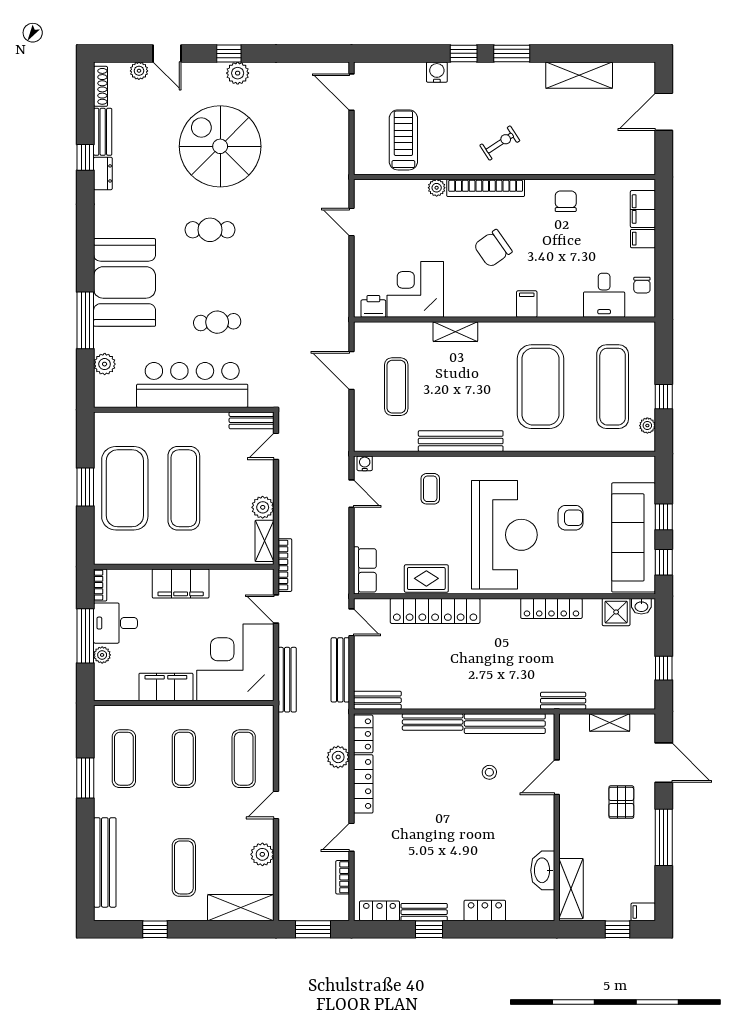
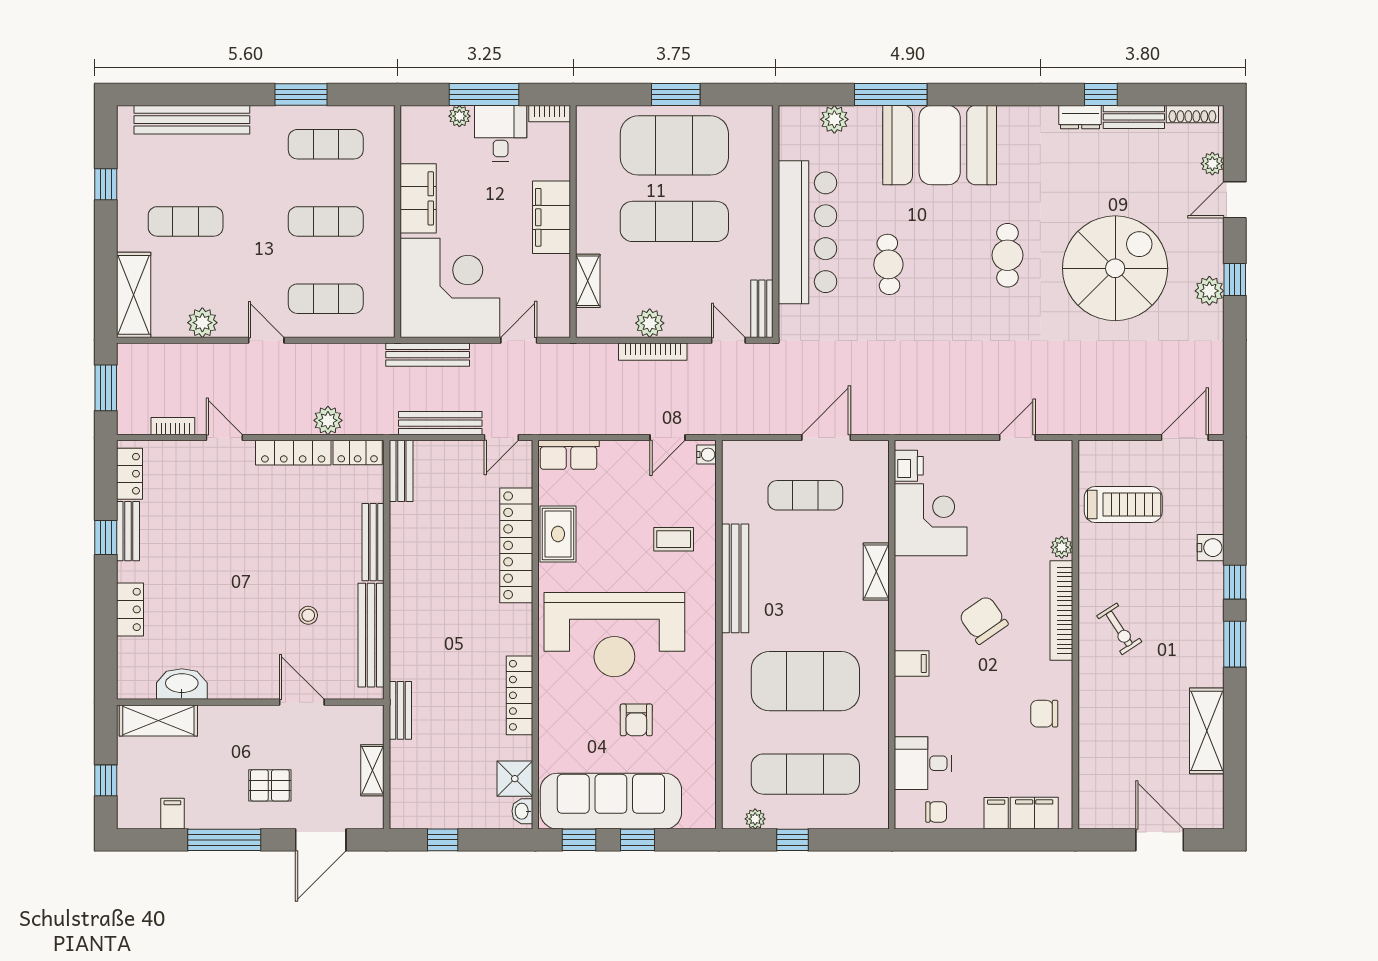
chair: (566, 201) -> (1044, 714), turned 180
chair: (642, 285) -> (936, 812), turned 180
shelving: (265, 541) -> (588, 281), moved, turned 90
bookcase: (285, 565) -> (653, 352), moved
filing cabinet: (643, 912) -> (172, 814), moved

